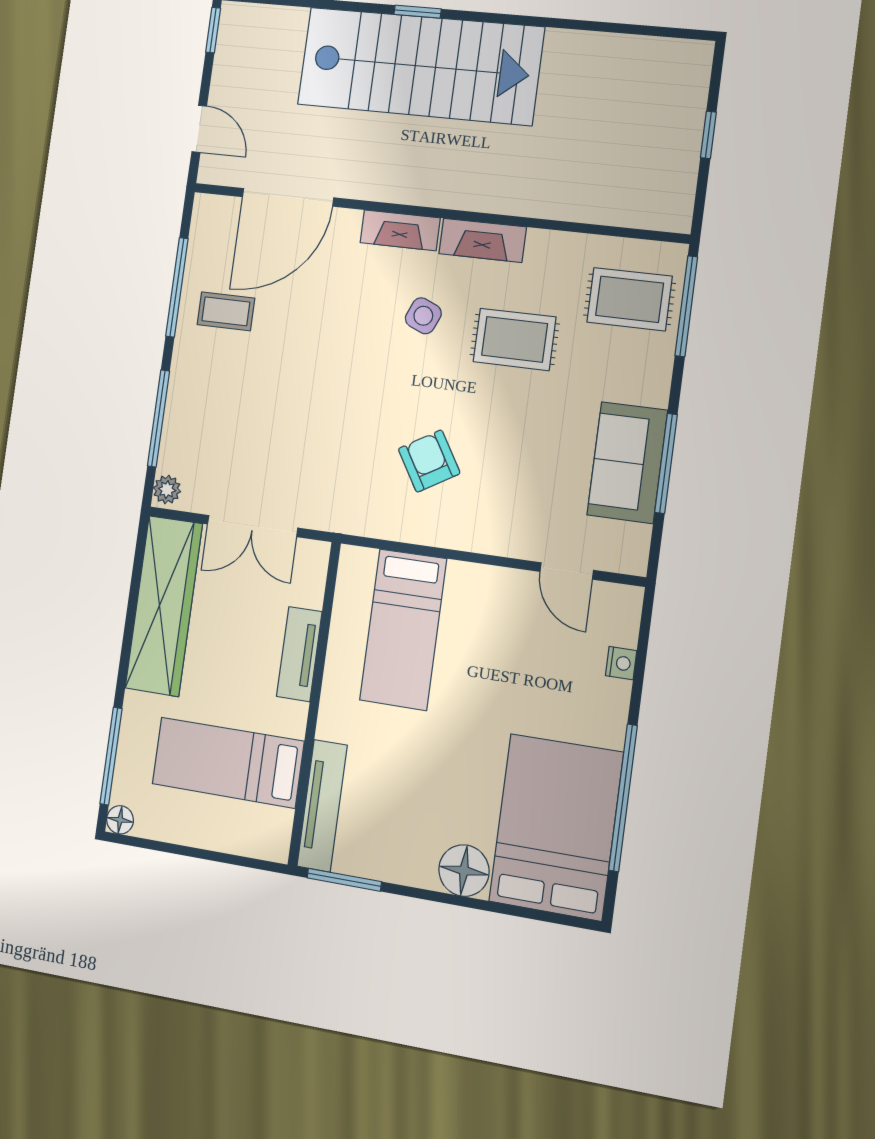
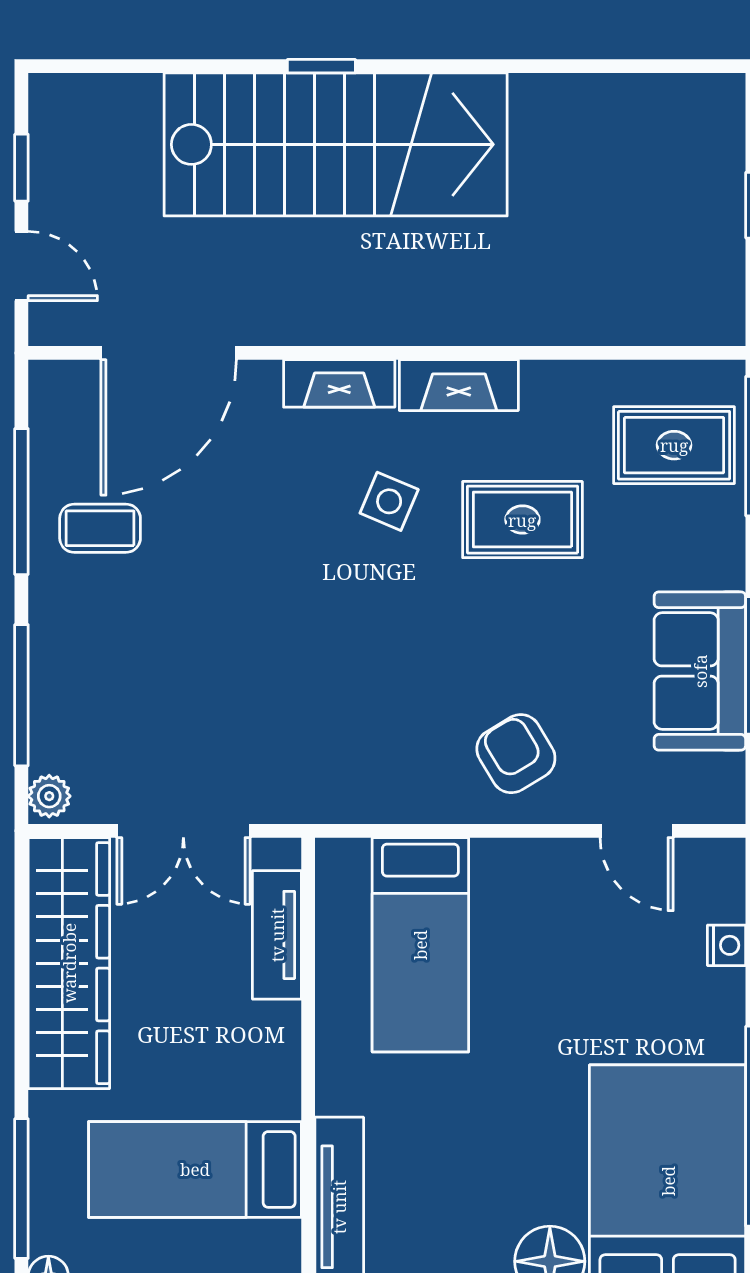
window: (213, 30) -> (21, 168), moved
armchair: (429, 461) -> (516, 754), moved
tv unit: (299, 654) -> (277, 935), moved

